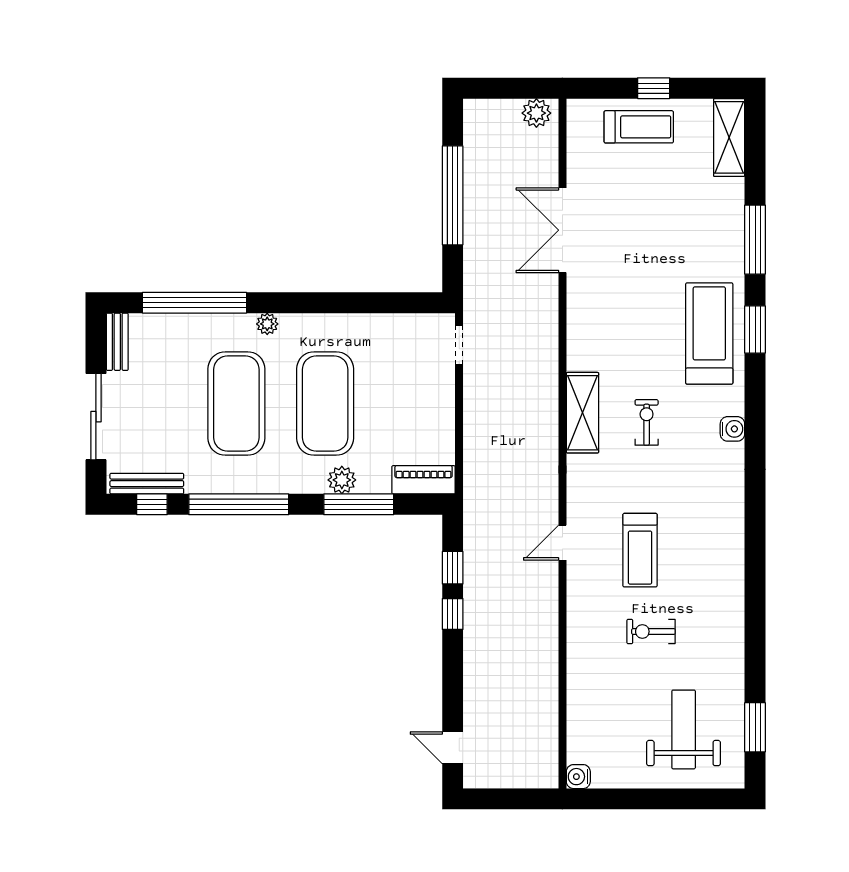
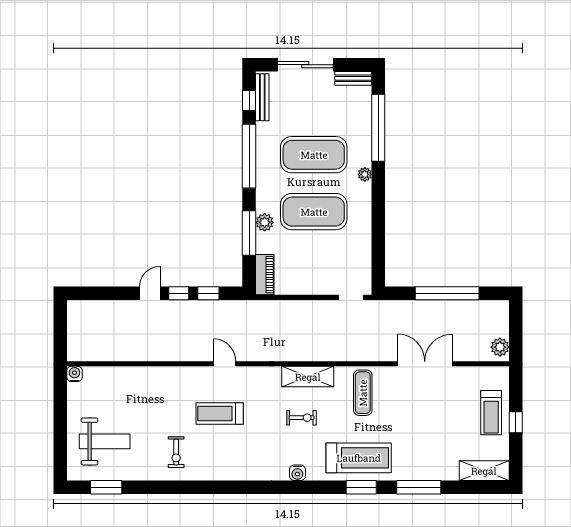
exercise mat: (608, 327) -> (363, 393), added
exercise bike: (651, 631) -> (176, 452), moved, turned 180
door: (453, 748) -> (150, 293), moved

